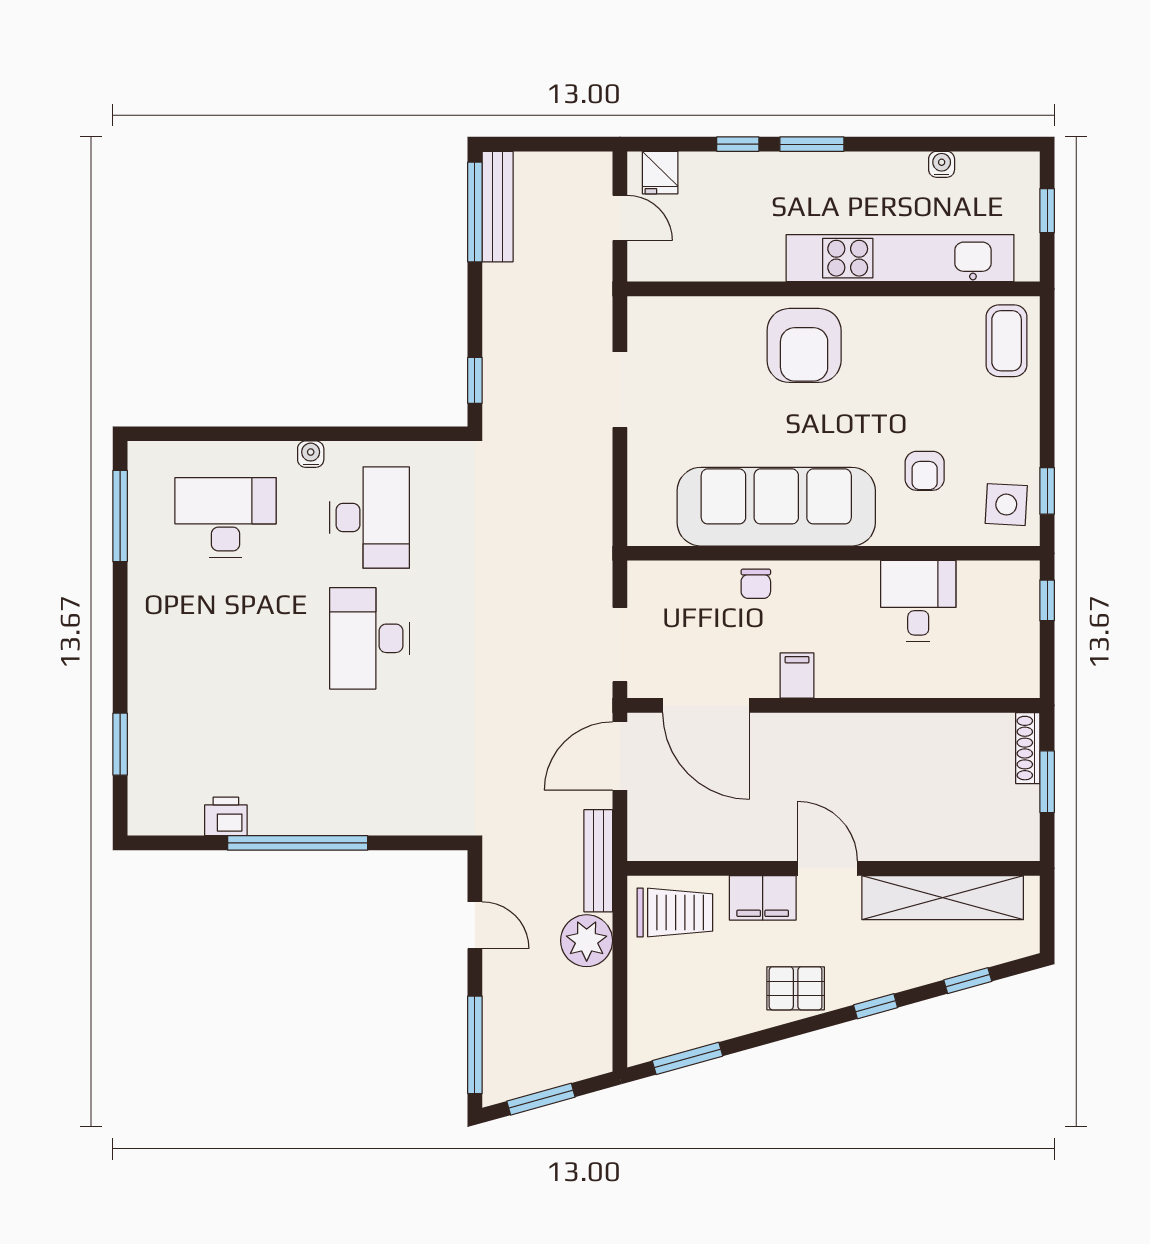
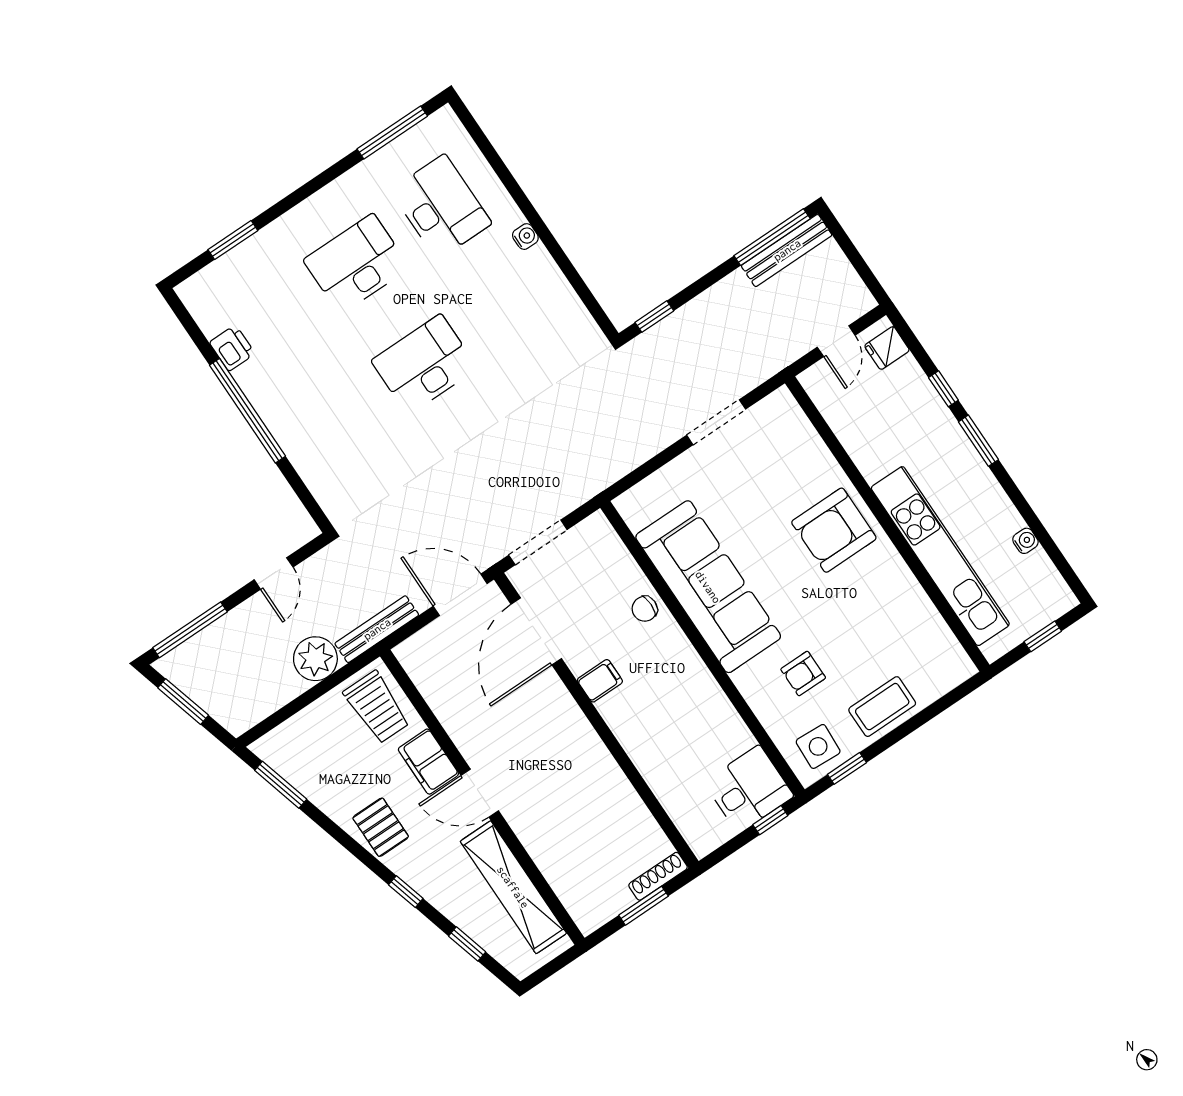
coffee table: (1007, 341) -> (882, 707), moved
desk: (369, 517) -> (357, 264), moved, turned 180
desk: (918, 601) -> (749, 789), moved
door: (828, 868) -> (480, 793), swing flipped

